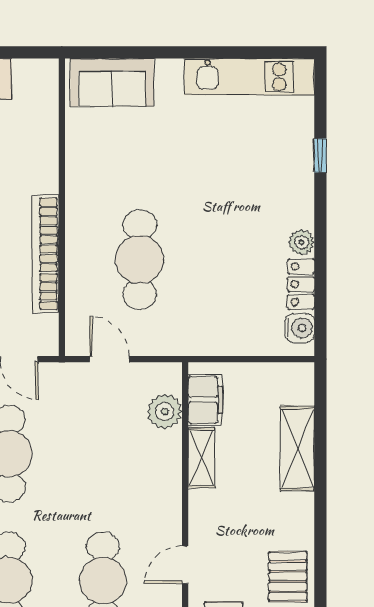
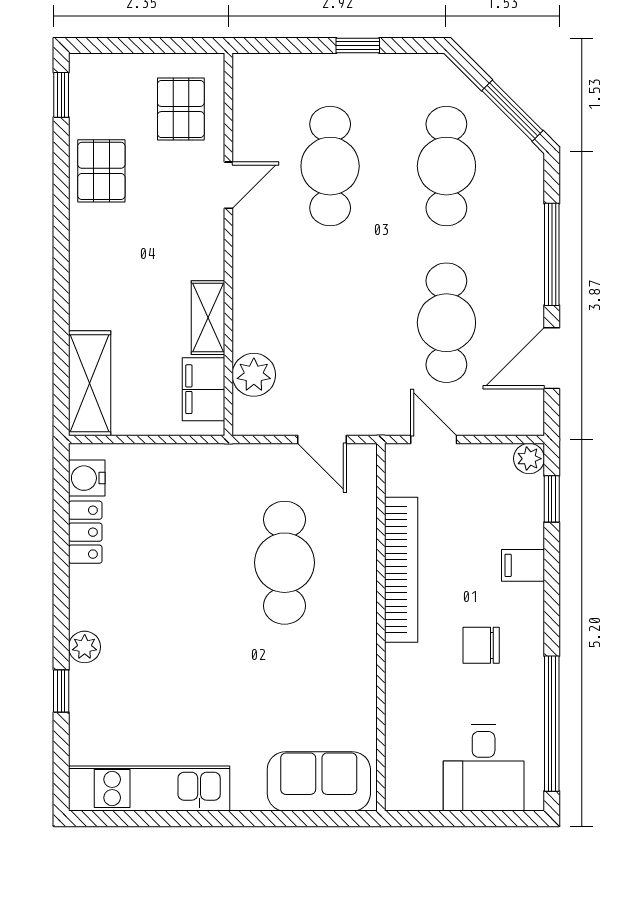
plant: (302, 242) -> (85, 647), moved
shelving: (297, 448) -> (90, 383), moved

